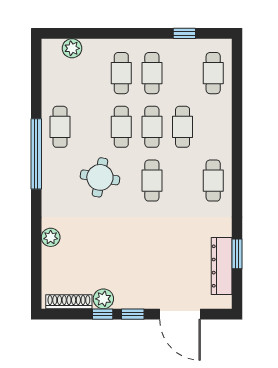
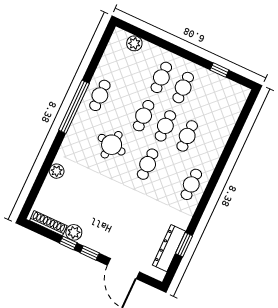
cafe table: (213, 73) -> (227, 108), removed

